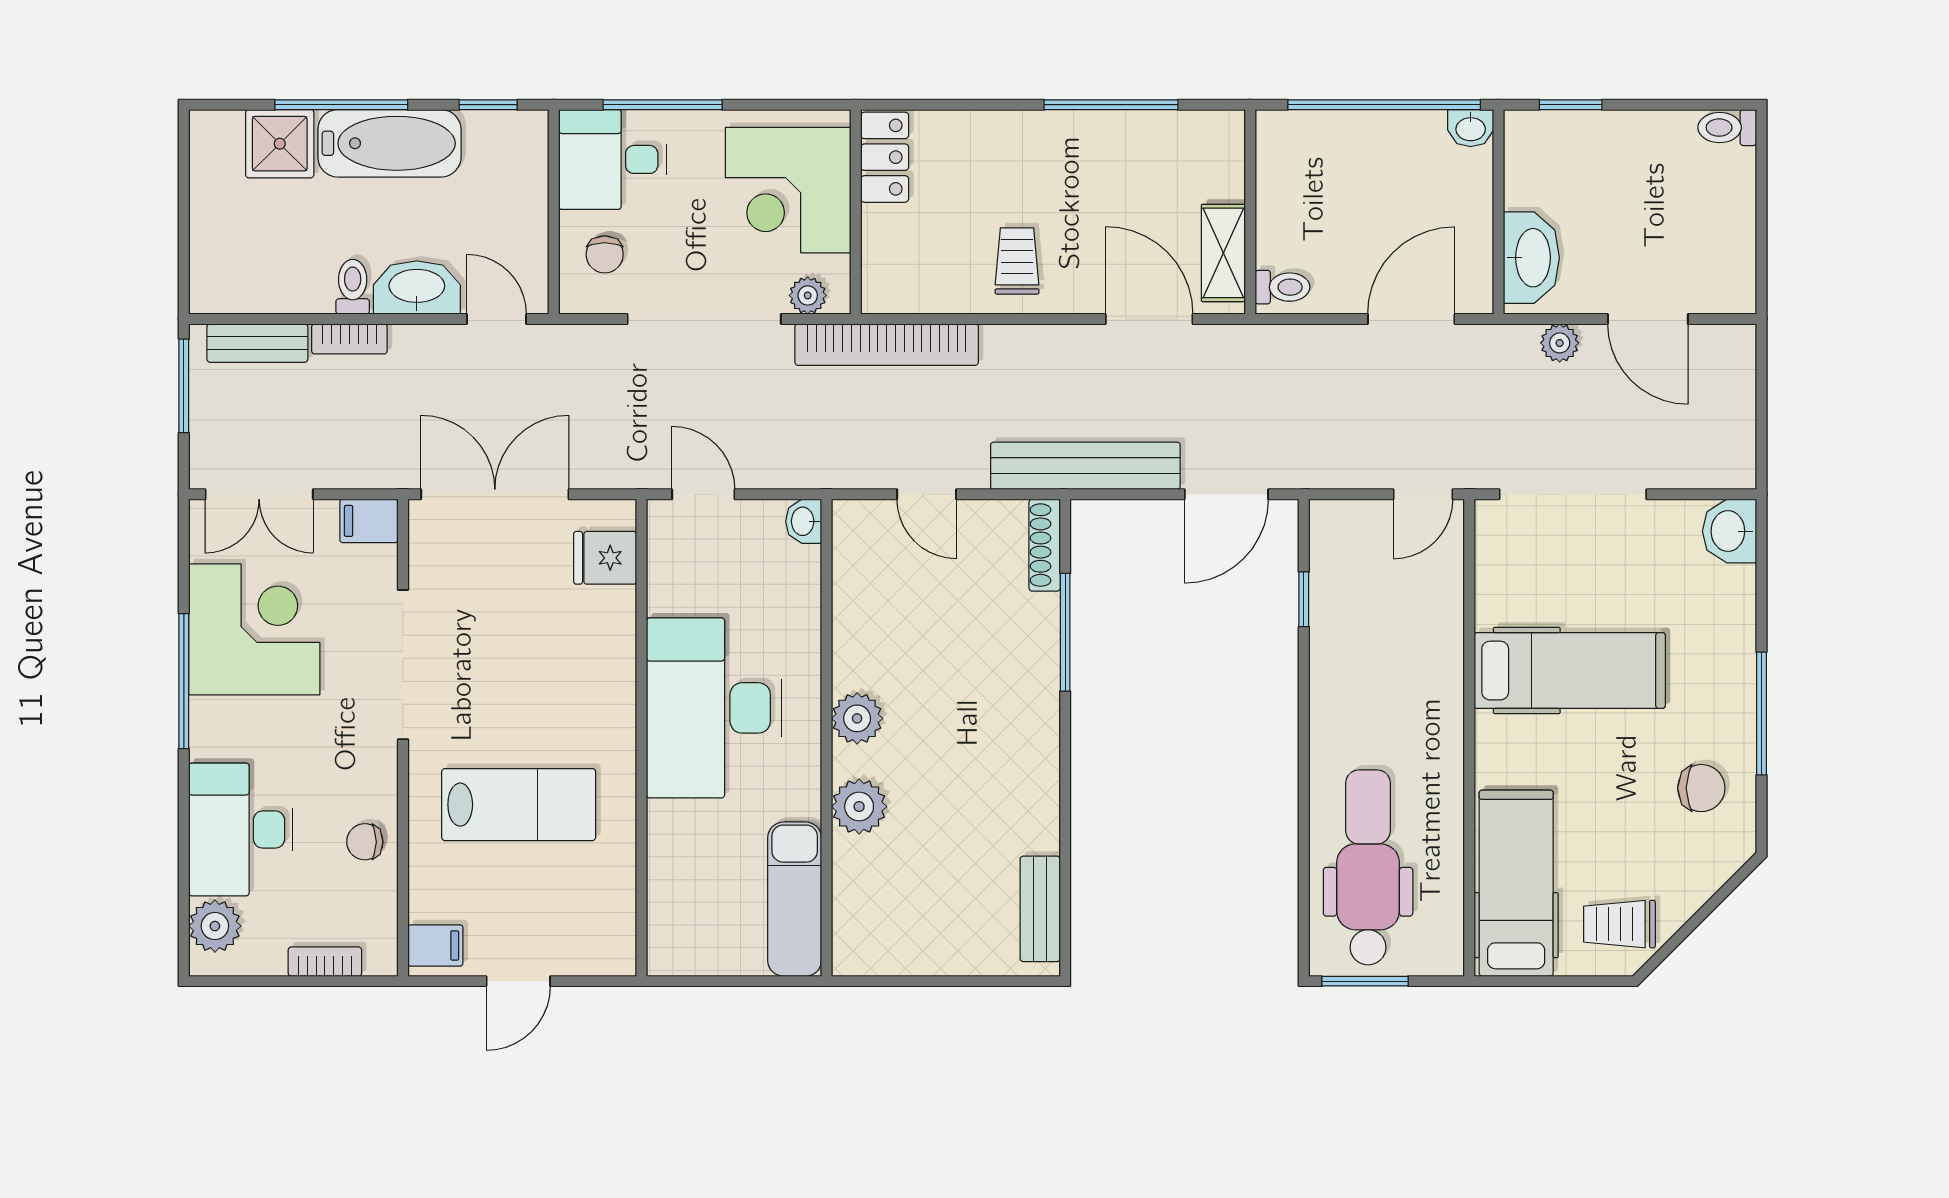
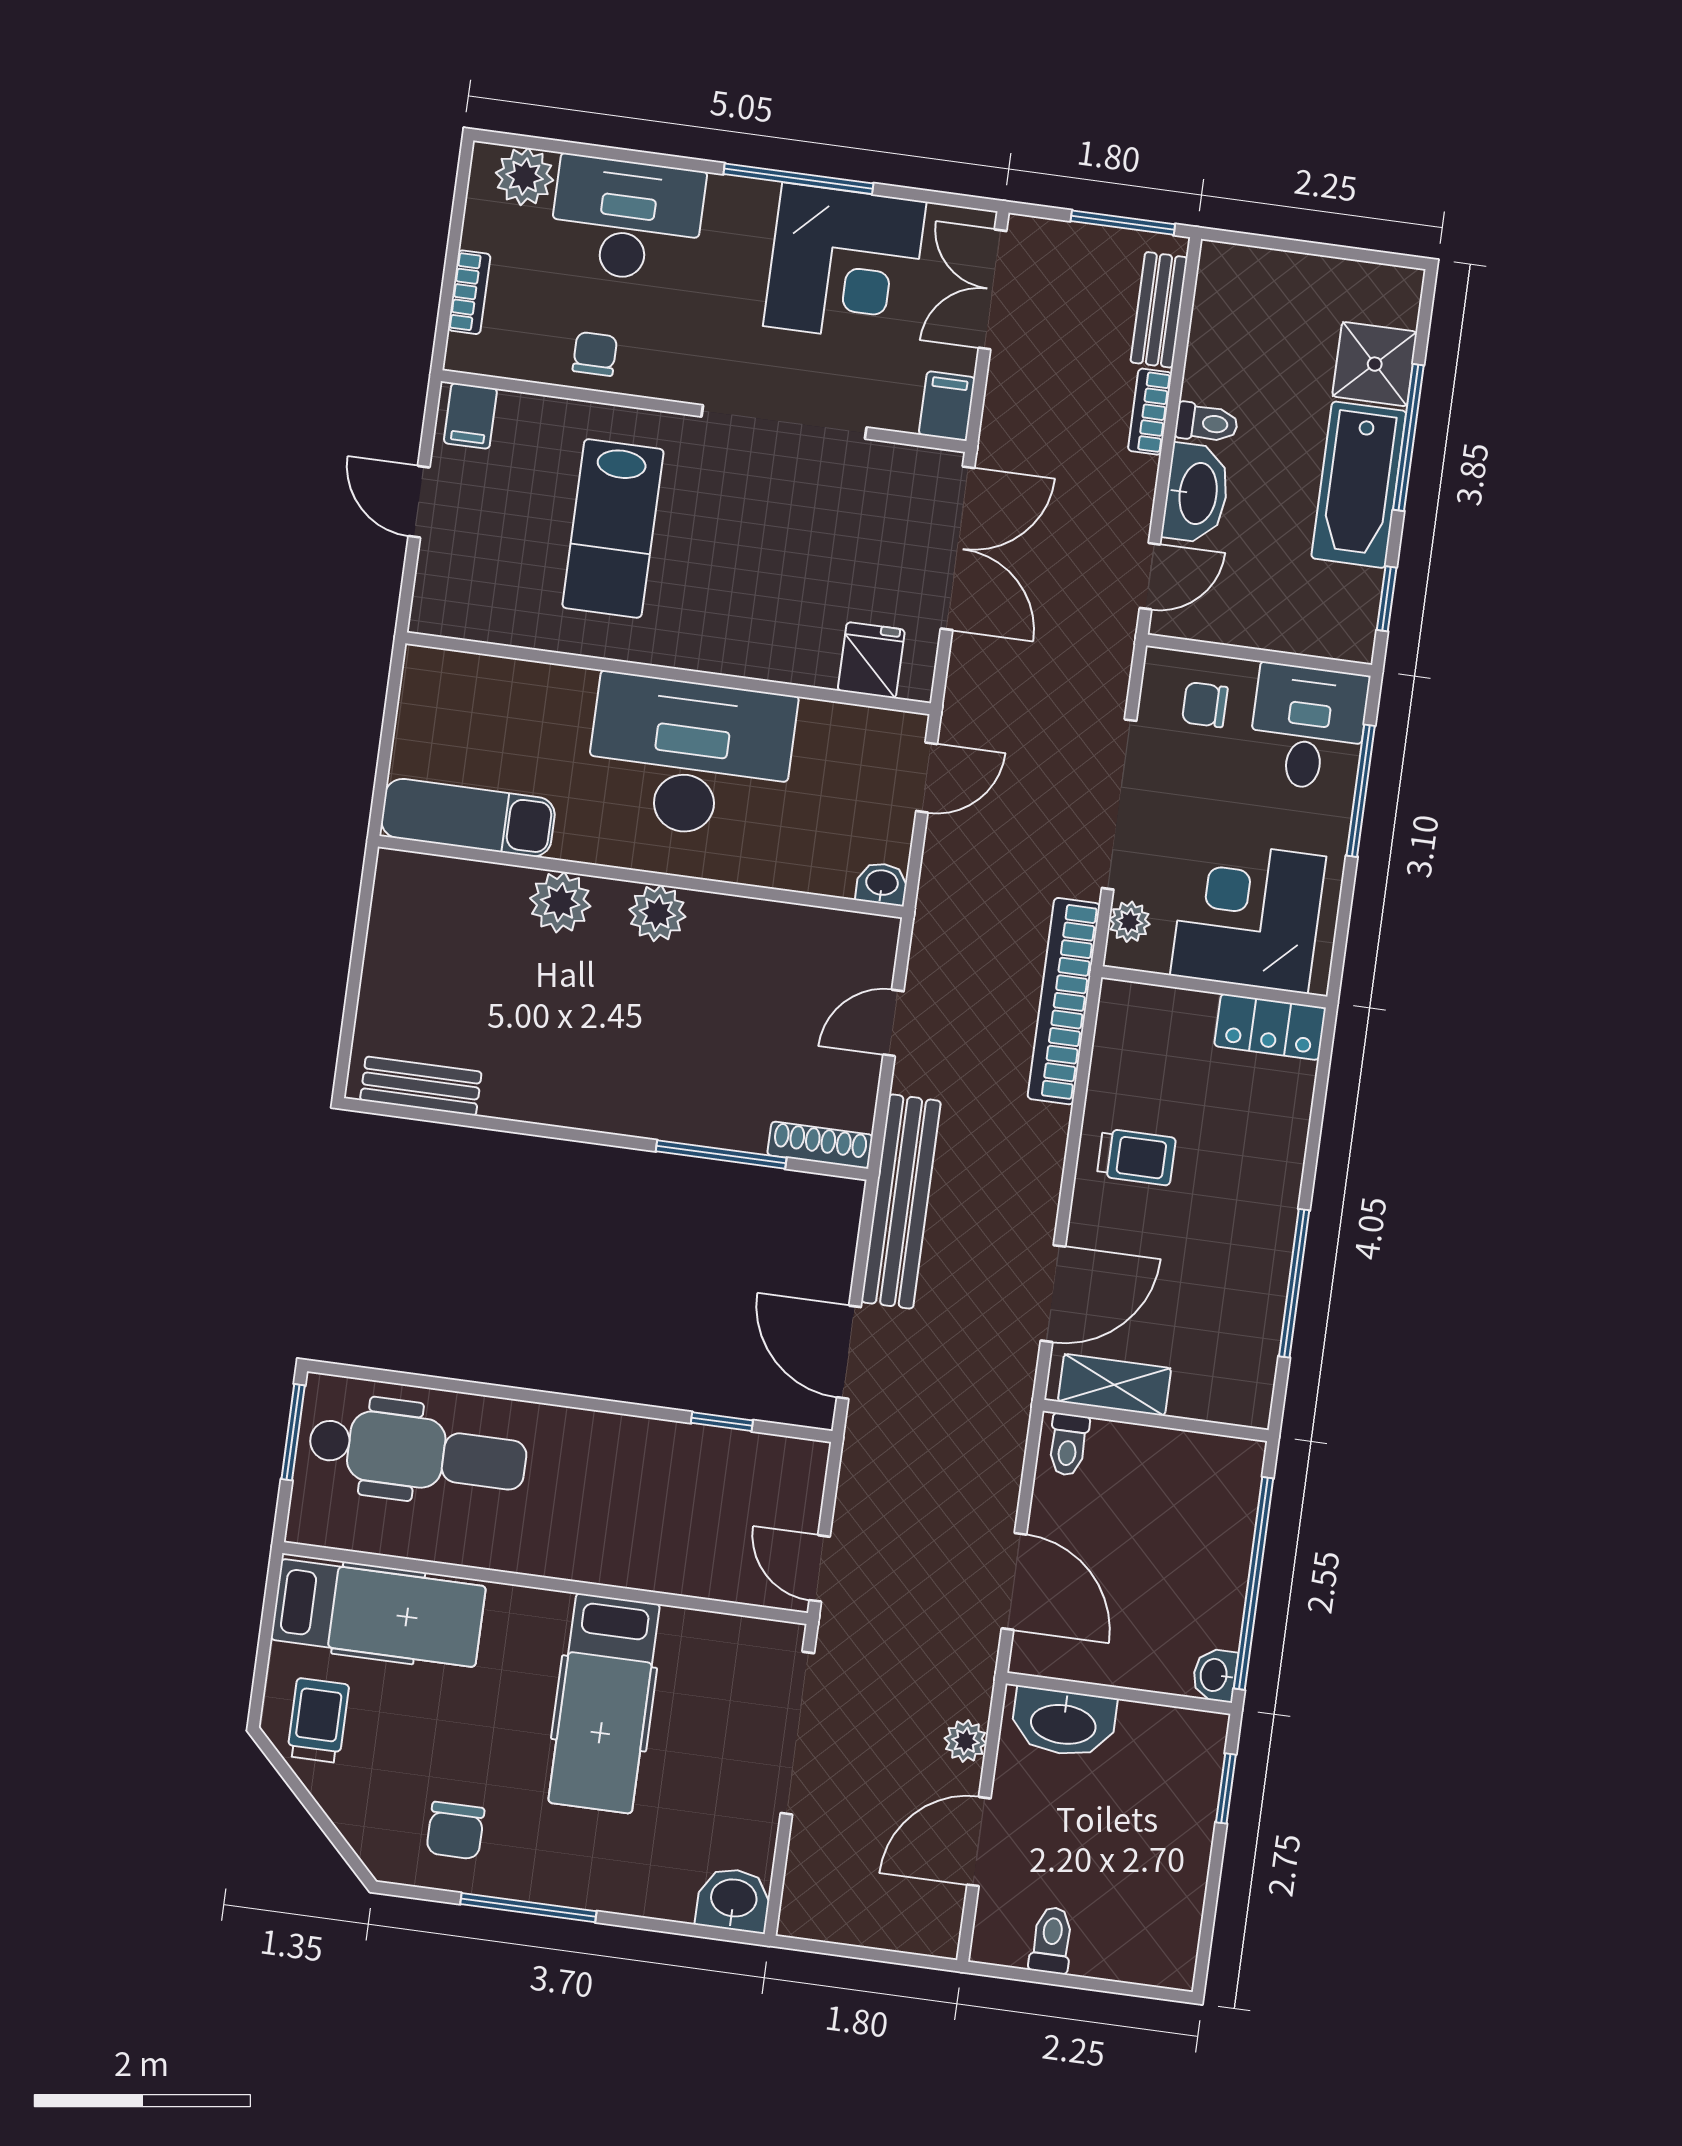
toilet: (1727, 128) -> (1052, 1940), moved

